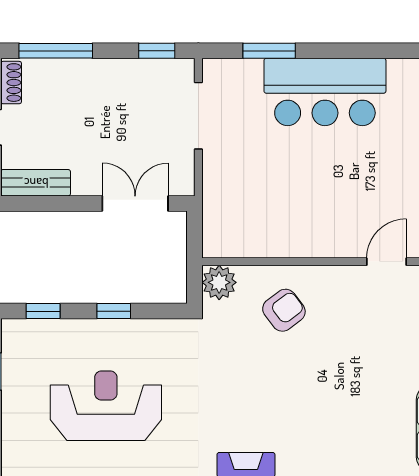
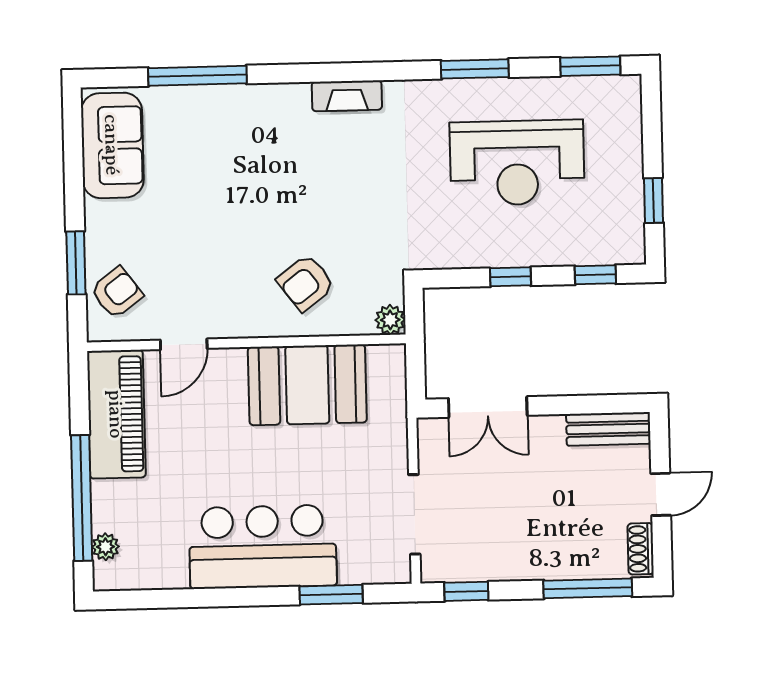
booth: (285, 226) -> (307, 385), added
plant: (219, 282) -> (390, 320), width x0.73, depth x0.73

